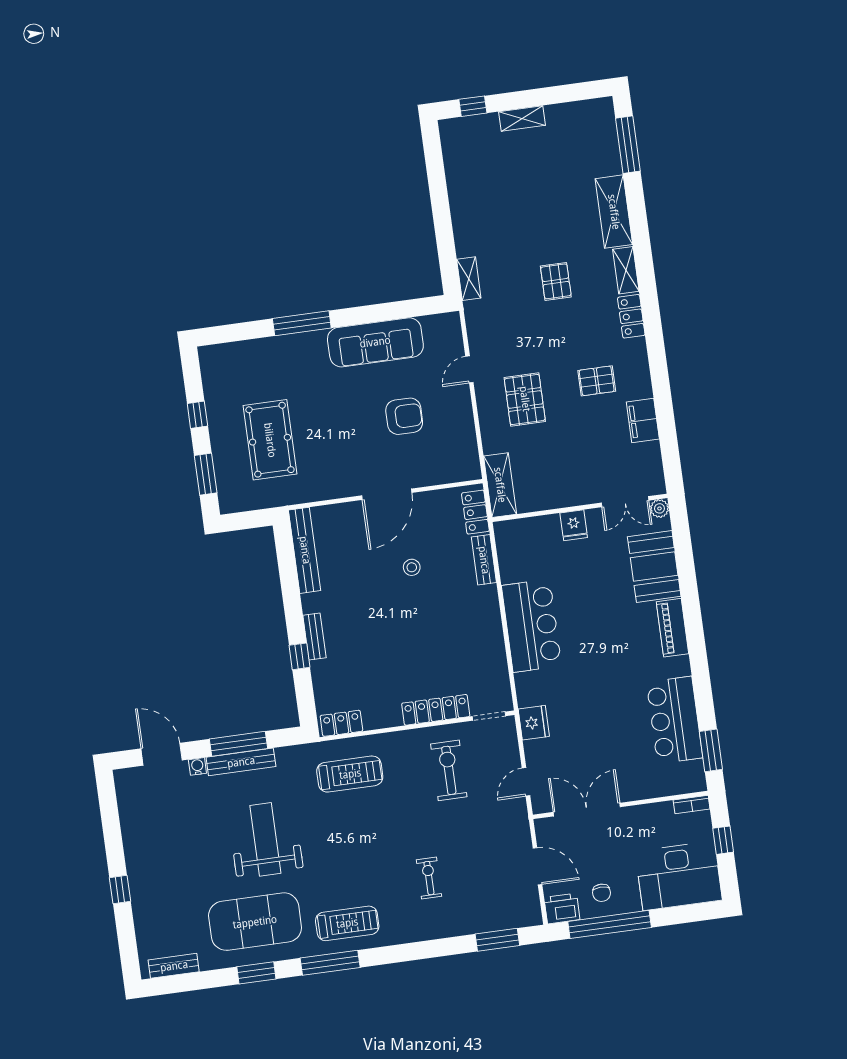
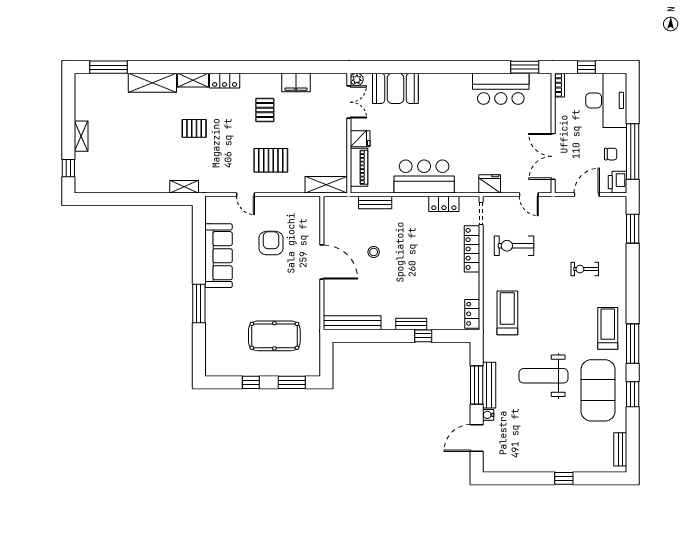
locker: (475, 512) -> (444, 204), moved
piano: (672, 628) -> (359, 167), moved, turned -90

